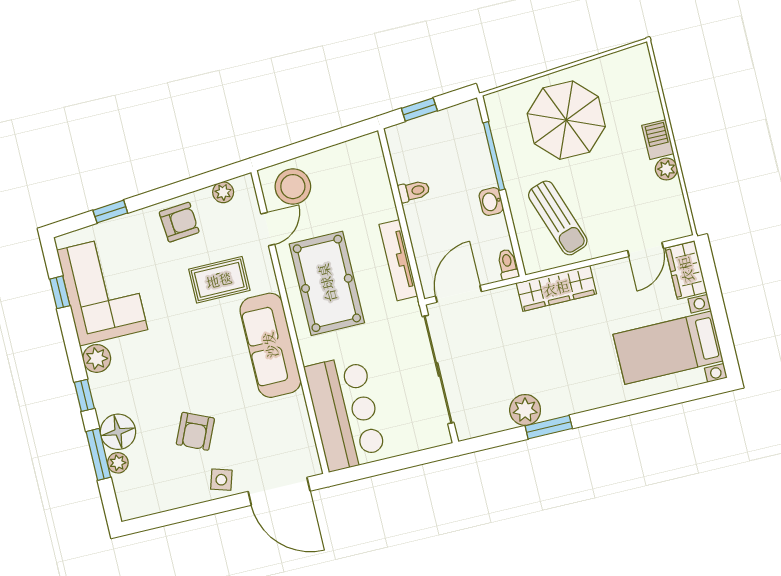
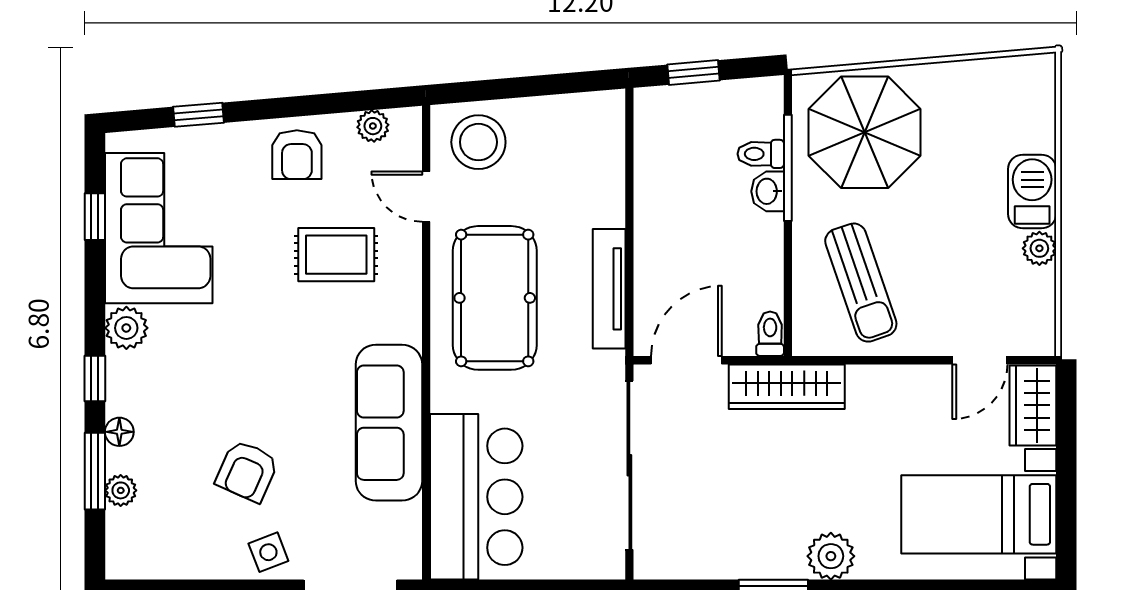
parasol: (566, 120) -> (865, 132), moved
barbecue: (658, 140) -> (1032, 191), width x1.38, depth x1.27
toilet: (414, 191) -> (761, 154), moved, turned 180
washbasin: (491, 202) -> (768, 191), moved
armchair: (179, 222) -> (297, 155), turned 95
door: (268, 229) -> (426, 197), swing flipped
wardrobe: (556, 288) -> (787, 387), moved
sofa: (270, 345) -> (389, 423), moved
plant: (525, 410) -> (831, 556), moved
floor lamp: (118, 432) -> (119, 432), width x0.53, depth x0.53
side table: (221, 480) -> (268, 552), turned -38

